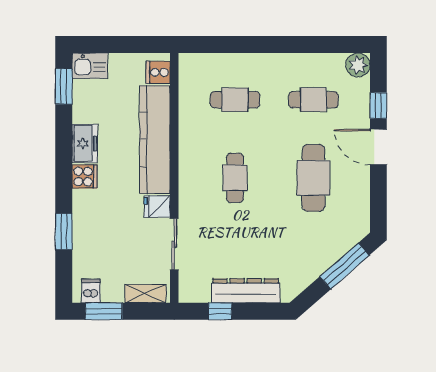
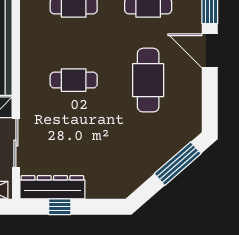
cafe table: (235, 178) -> (74, 80), turned 90
dresser: (246, 291) -> (52, 187), moved

